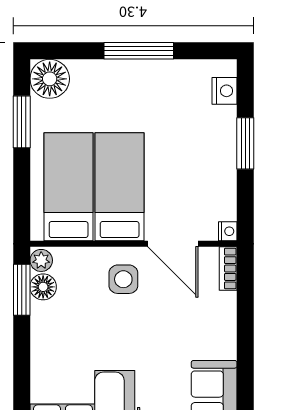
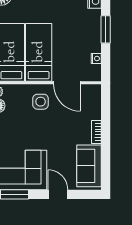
nightstand: (228, 231) -> (96, 59), moved
bookcase: (228, 269) -> (96, 132), moved

